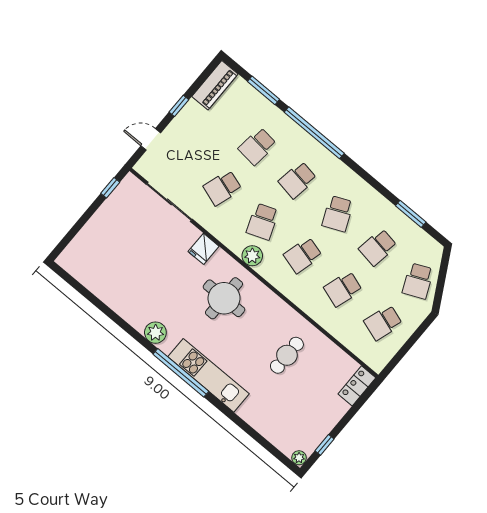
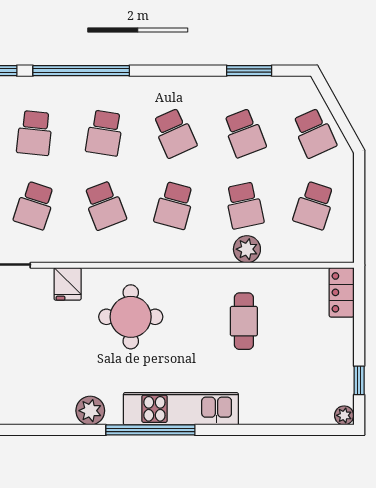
school desk: (378, 247) -> (244, 133), turned -30
plant: (252, 256) -> (247, 249), moved
school desk: (343, 289) -> (244, 205), turned -30

